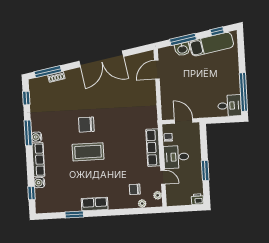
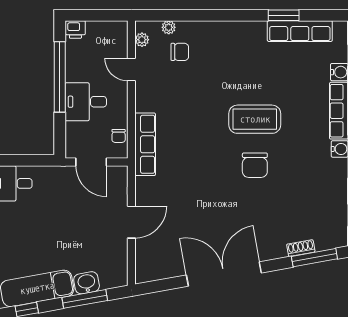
door: (157, 70) -> (131, 222), moved
chair: (86, 125) -> (255, 165), turned 90
row of seats: (153, 148) -> (145, 144), moved
desk: (176, 157) -> (86, 102), moved, turned 180
window: (205, 170) -> (60, 77), width x2.11
row of seats: (95, 204) -> (300, 31), moved, width x1.48

